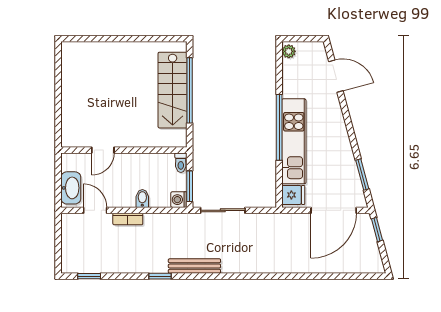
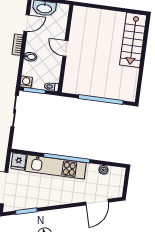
plant: (289, 51) -> (103, 170), moved
stairs: (173, 90) -> (133, 40), moved, turned -90
door: (103, 150) -> (66, 48), moved

